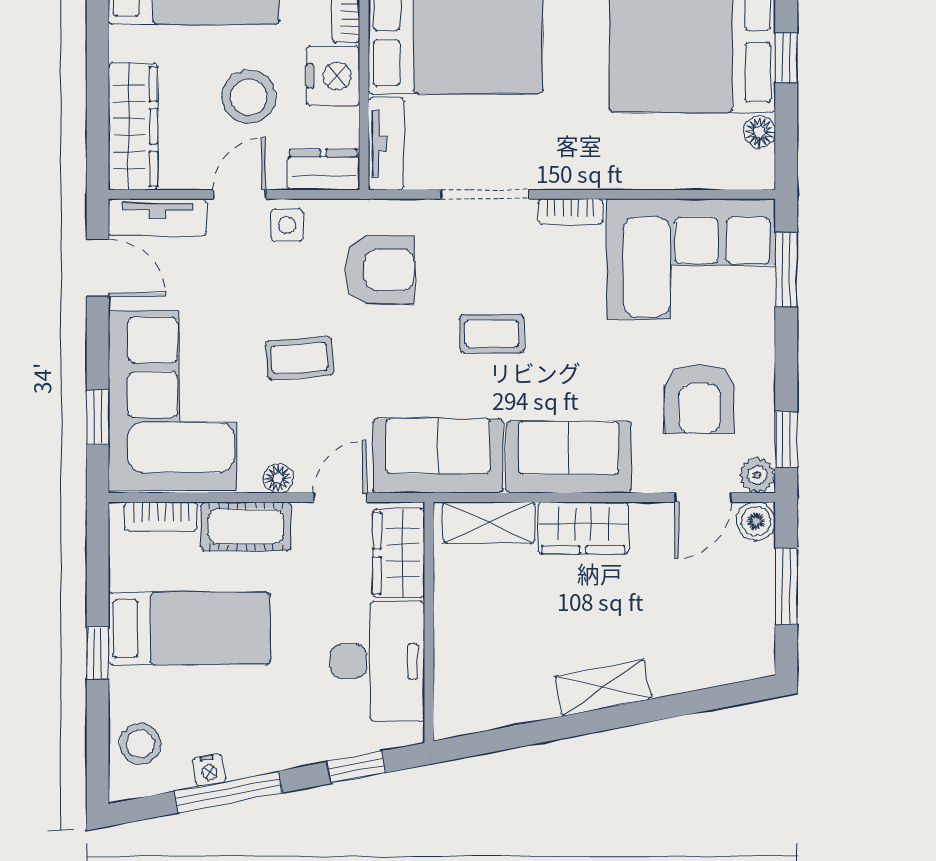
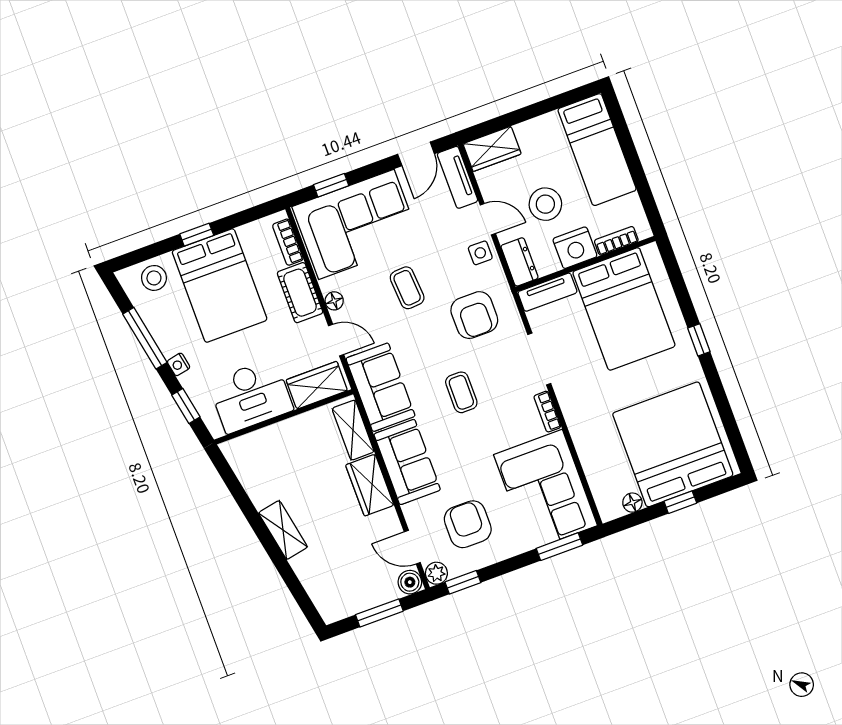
wardrobe: (133, 127) -> (492, 149), width x0.67
armchair: (699, 399) -> (468, 524), turned 90
bed: (189, 628) -> (220, 285), width x1.50
nightstand: (209, 770) -> (179, 364), moved

